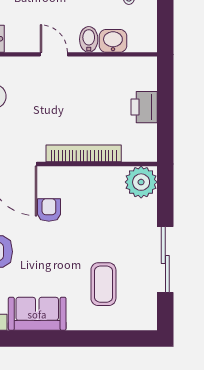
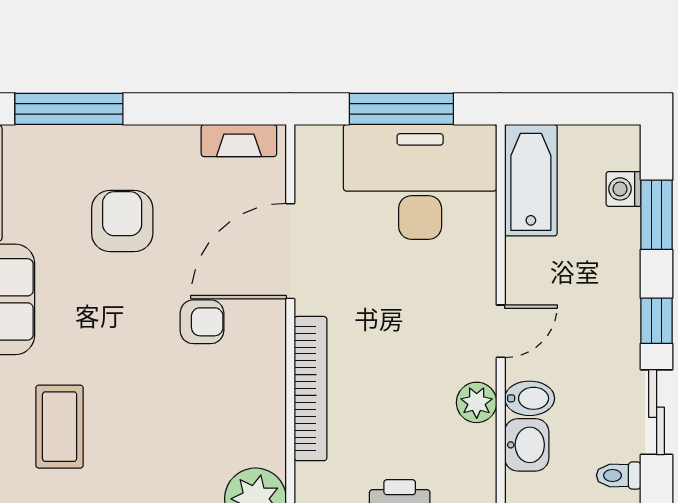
plant: (91, 67) -> (477, 402), added
coffee table: (103, 284) -> (60, 427), turned 90

